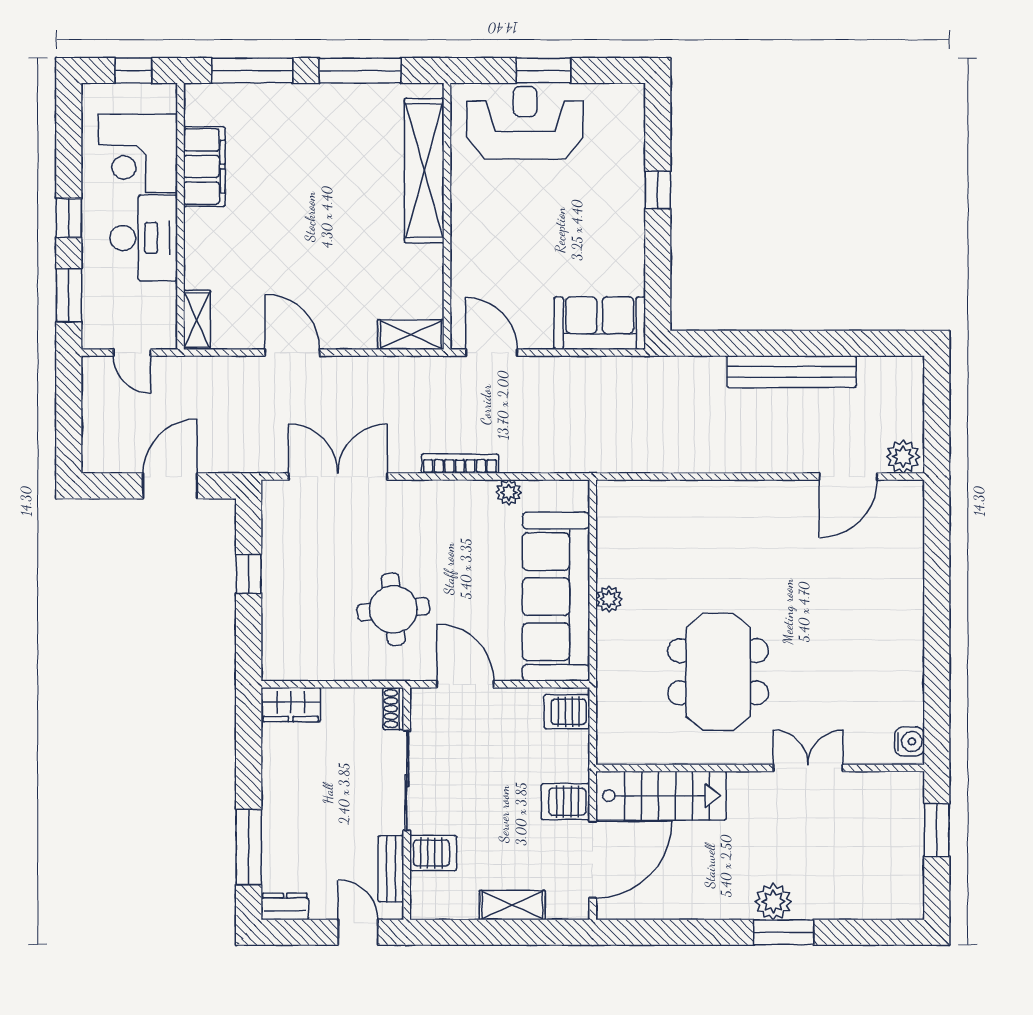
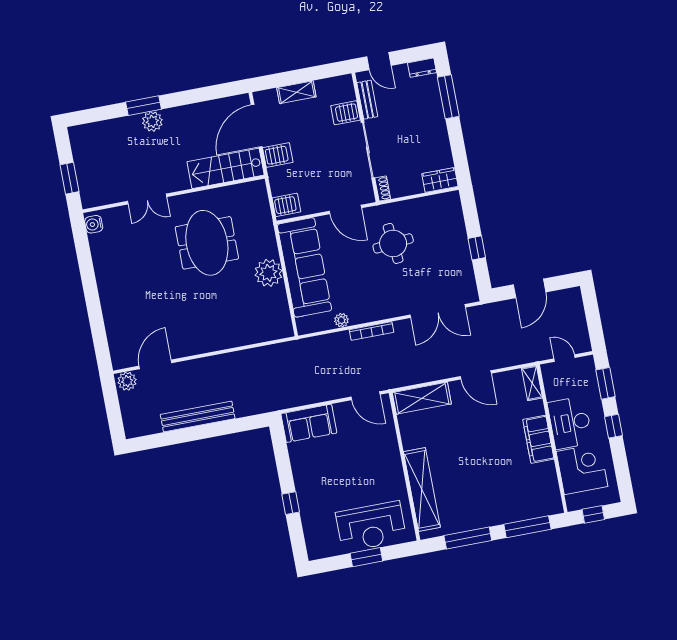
filing cabinet: (204, 167) -> (538, 439), moved
shelving: (411, 335) -> (422, 398), width x1.50, depth x1.33
plant: (609, 599) -> (268, 273), width x1.88, depth x1.88

